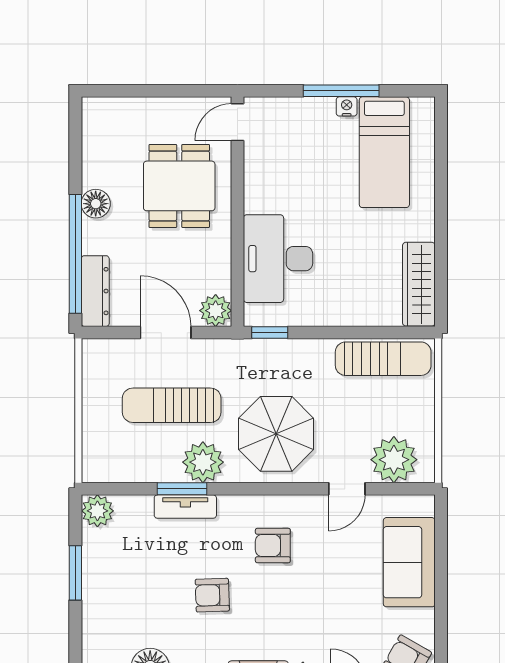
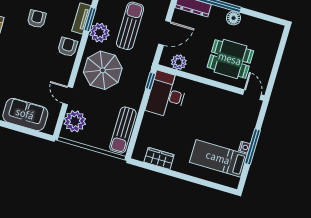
desk: (278, 259) -> (167, 95), moved, turned -90
wardrobe: (419, 284) -> (159, 158), width x0.67
plant: (216, 311) -> (179, 62), moved
armchair: (273, 546) -> (68, 47), moved

